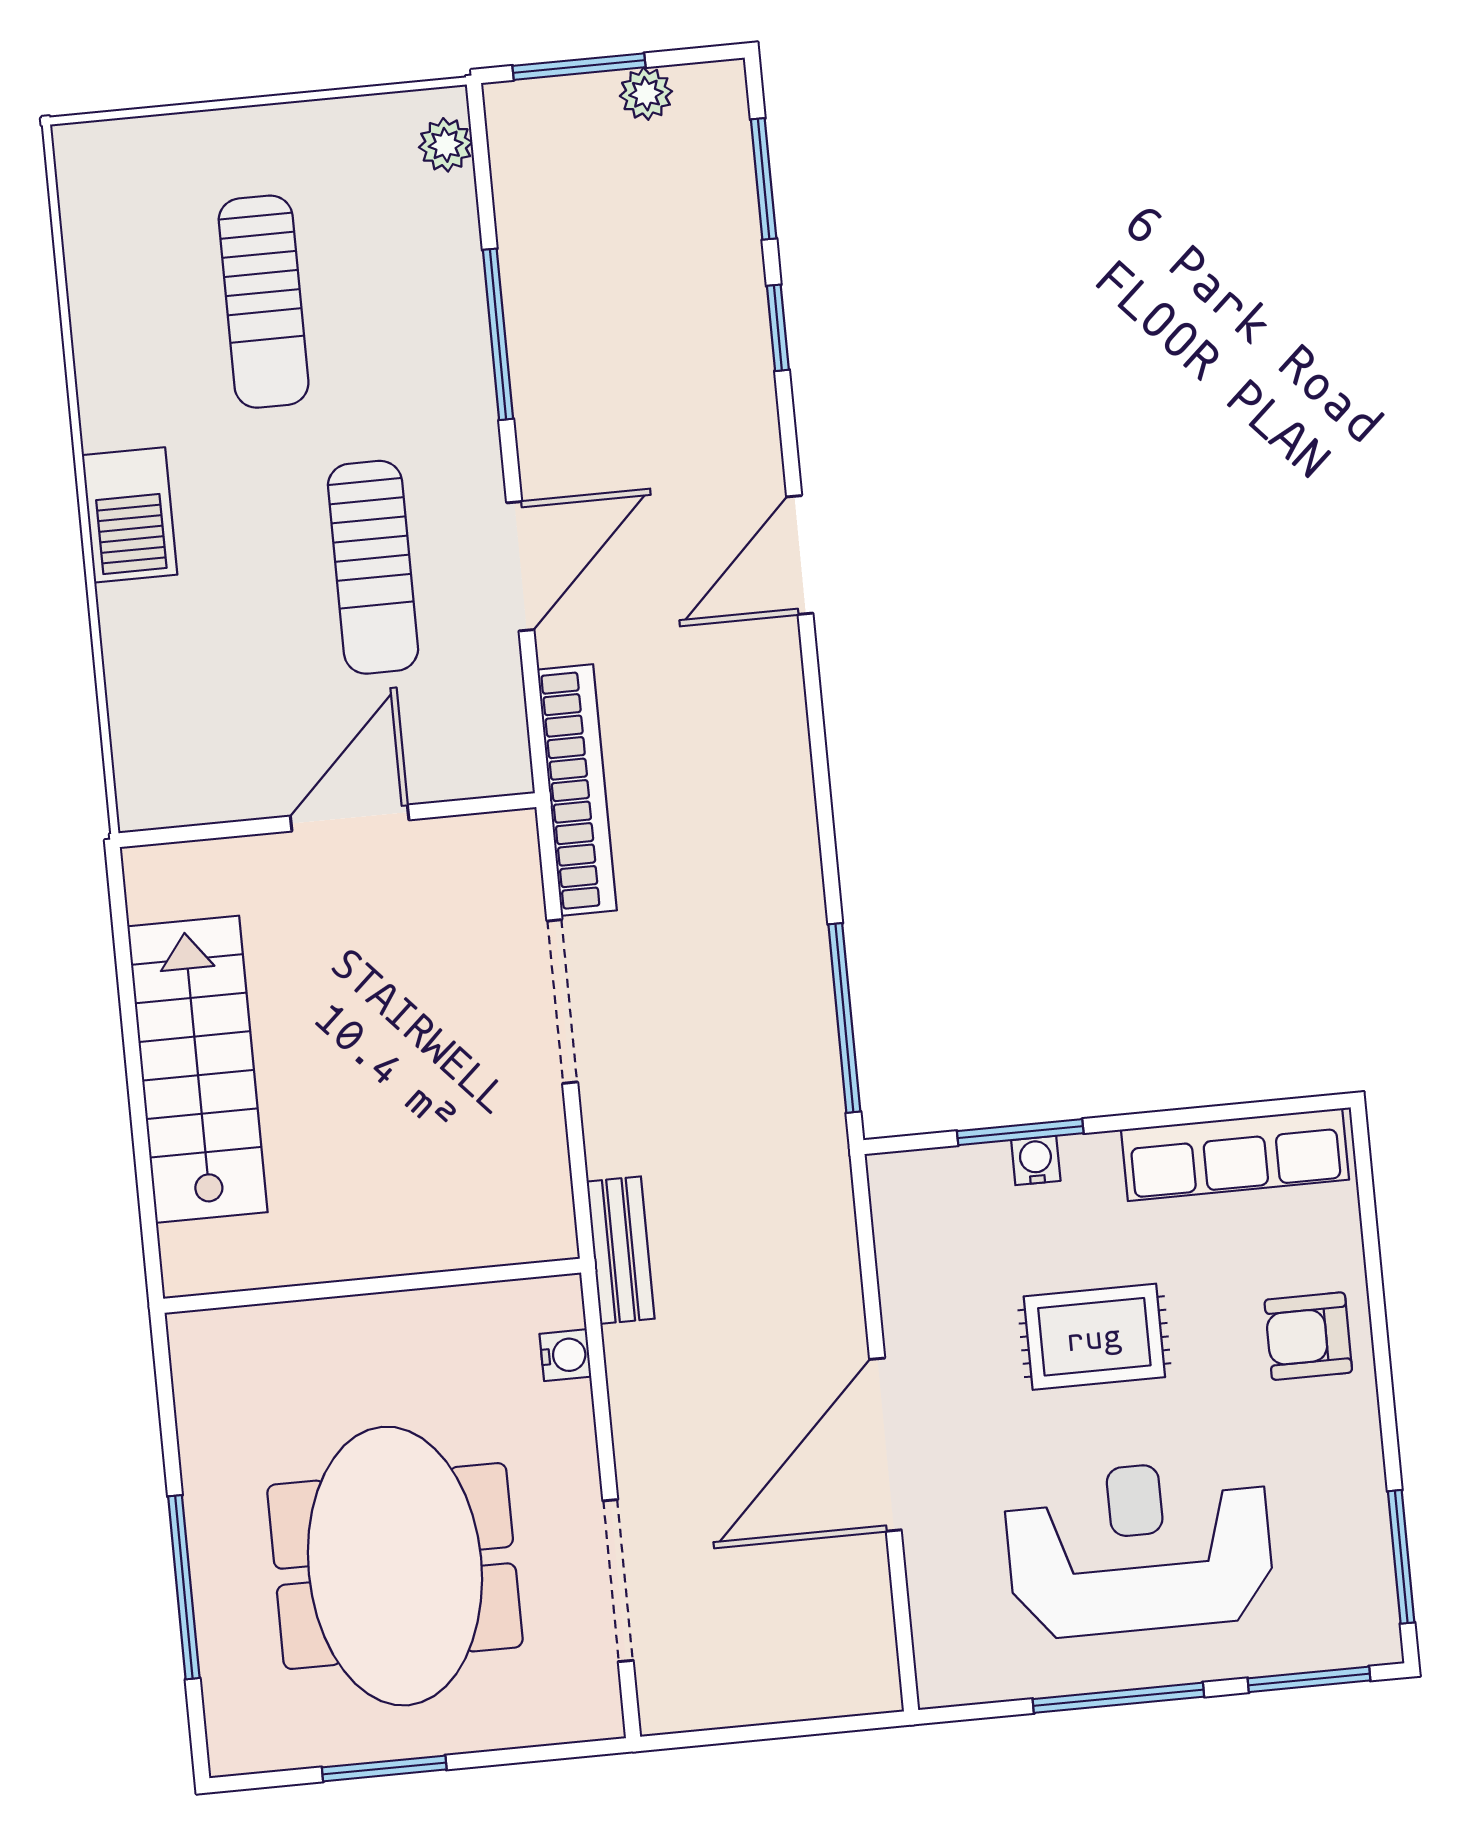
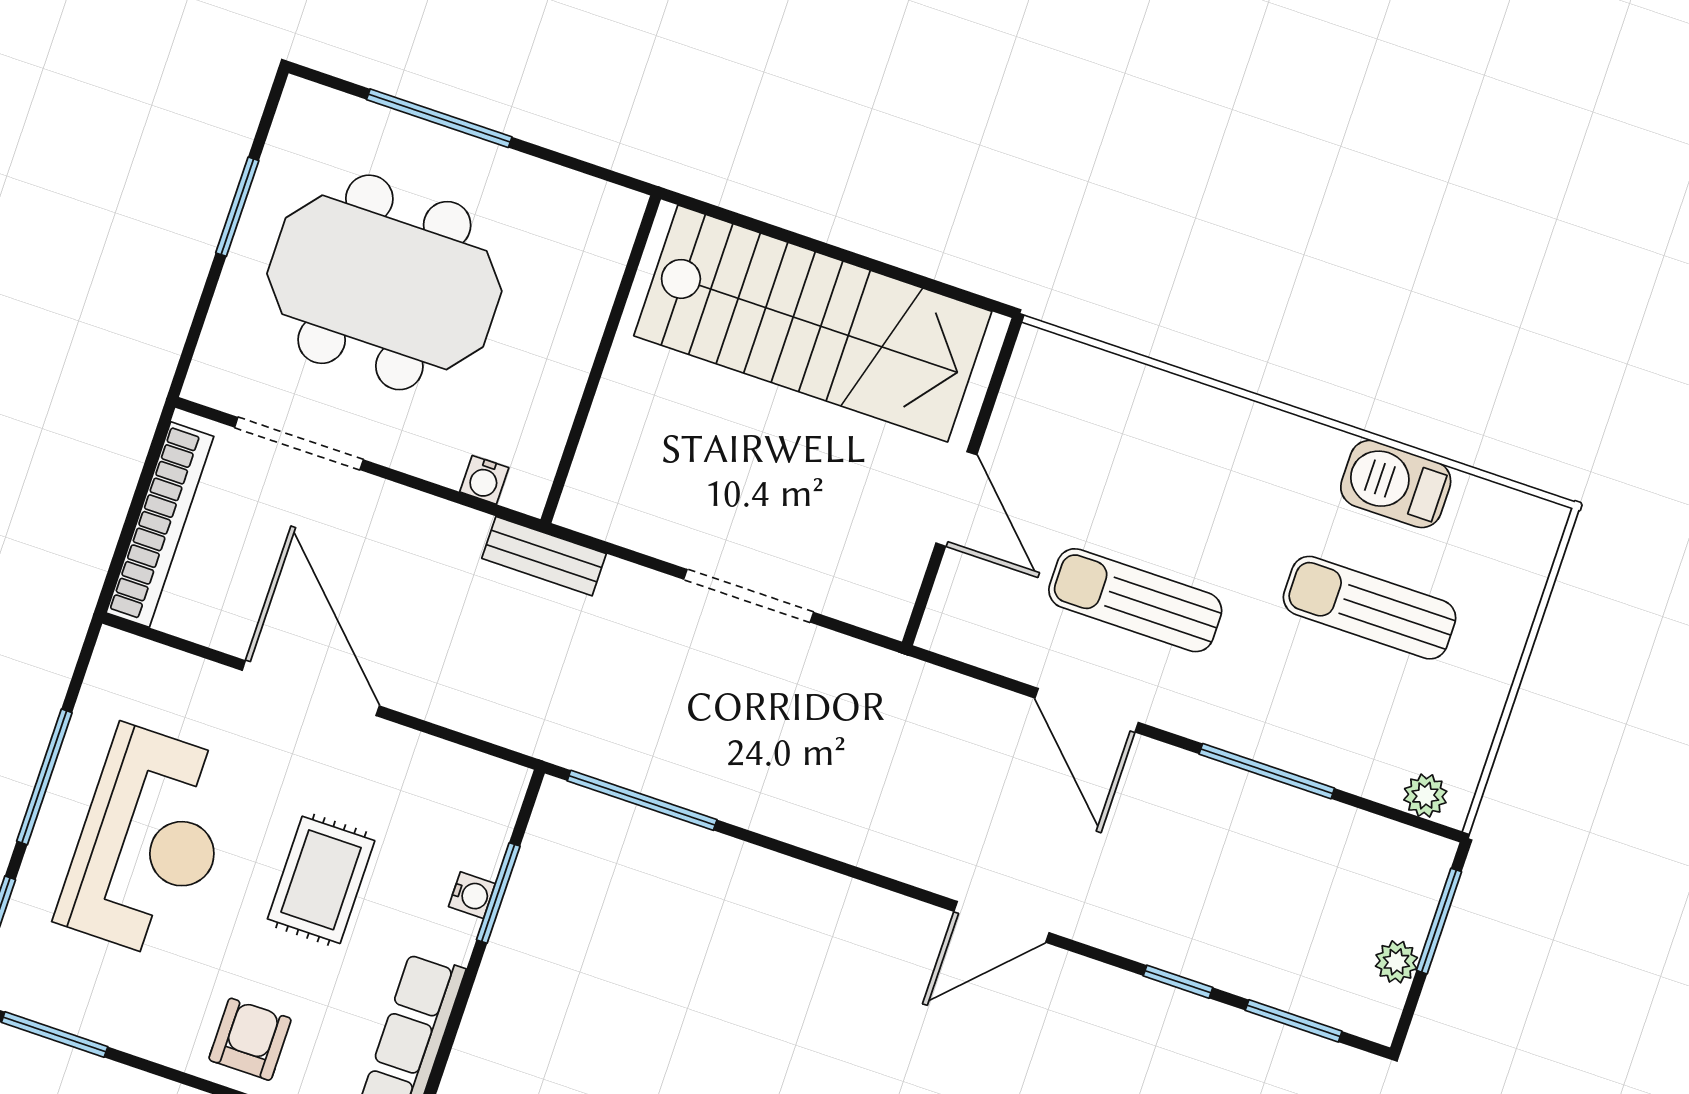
barbecue: (130, 515) -> (1396, 484), moved
door: (800, 555) -> (1002, 922), swing flipped
bookcase: (577, 790) -> (160, 525), moved, turned -90
stairs: (197, 1069) -> (813, 324), width x1.36, depth x1.51

